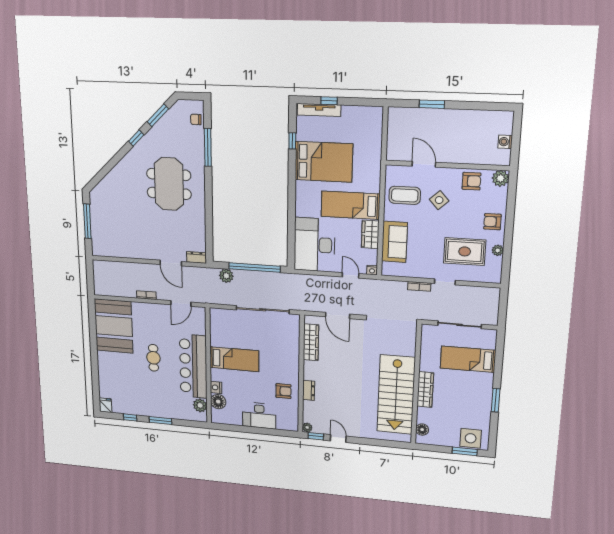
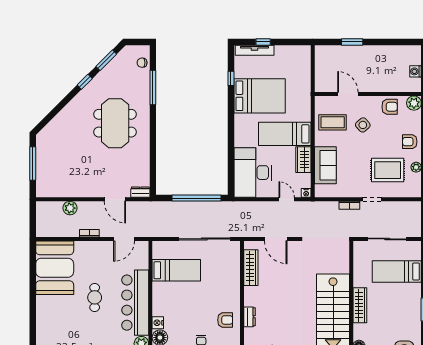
plant: (226, 276) -> (70, 208), moved
bed: (234, 359) -> (176, 270), moved

